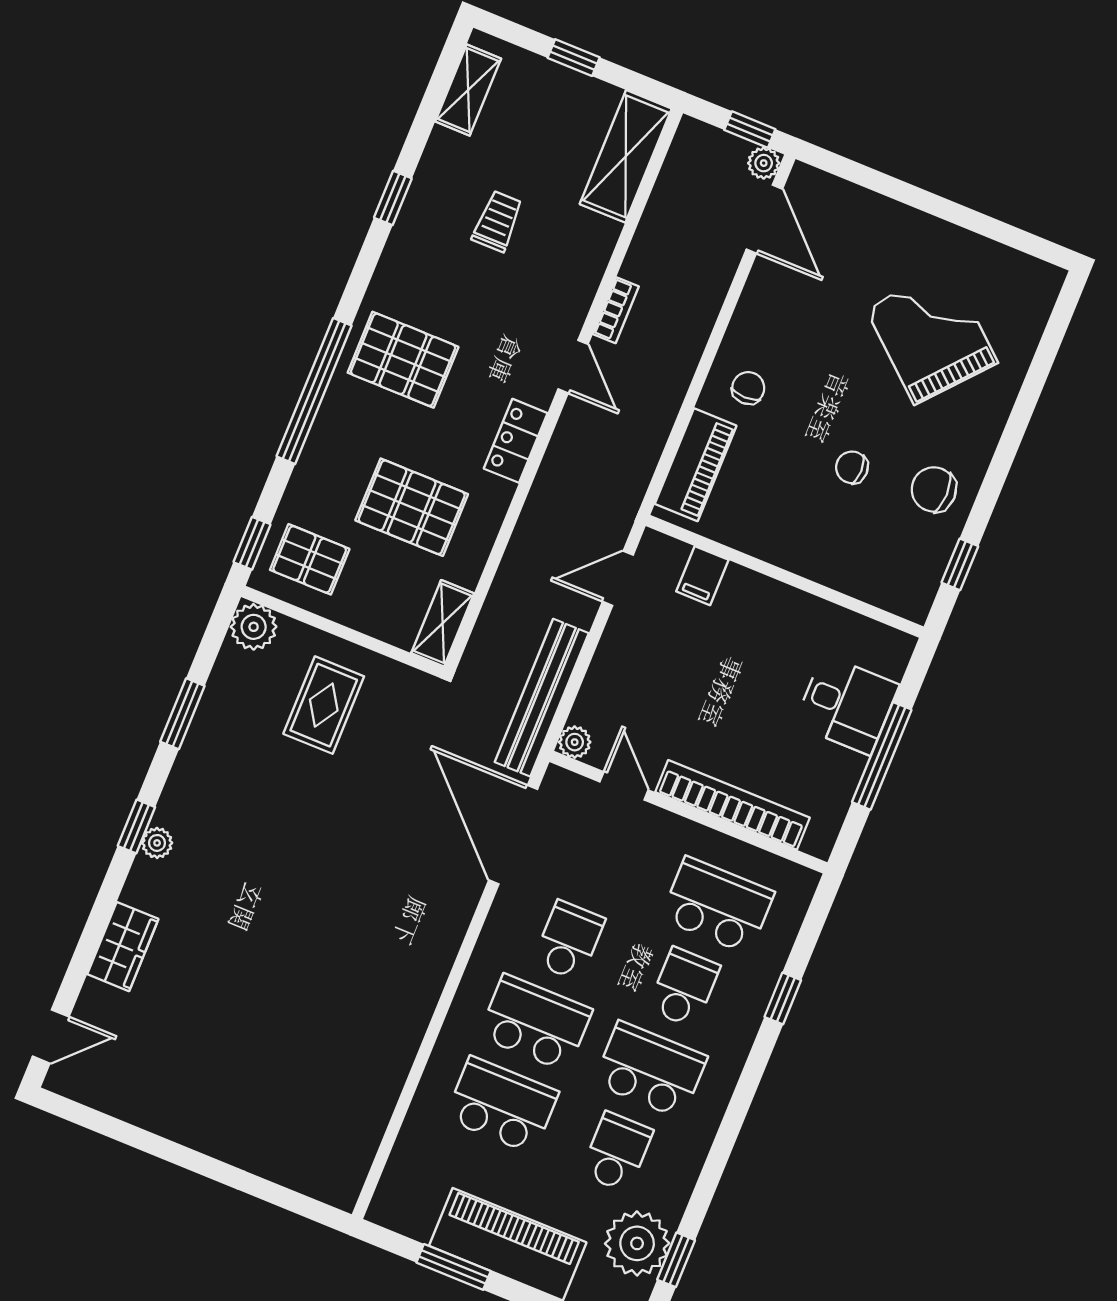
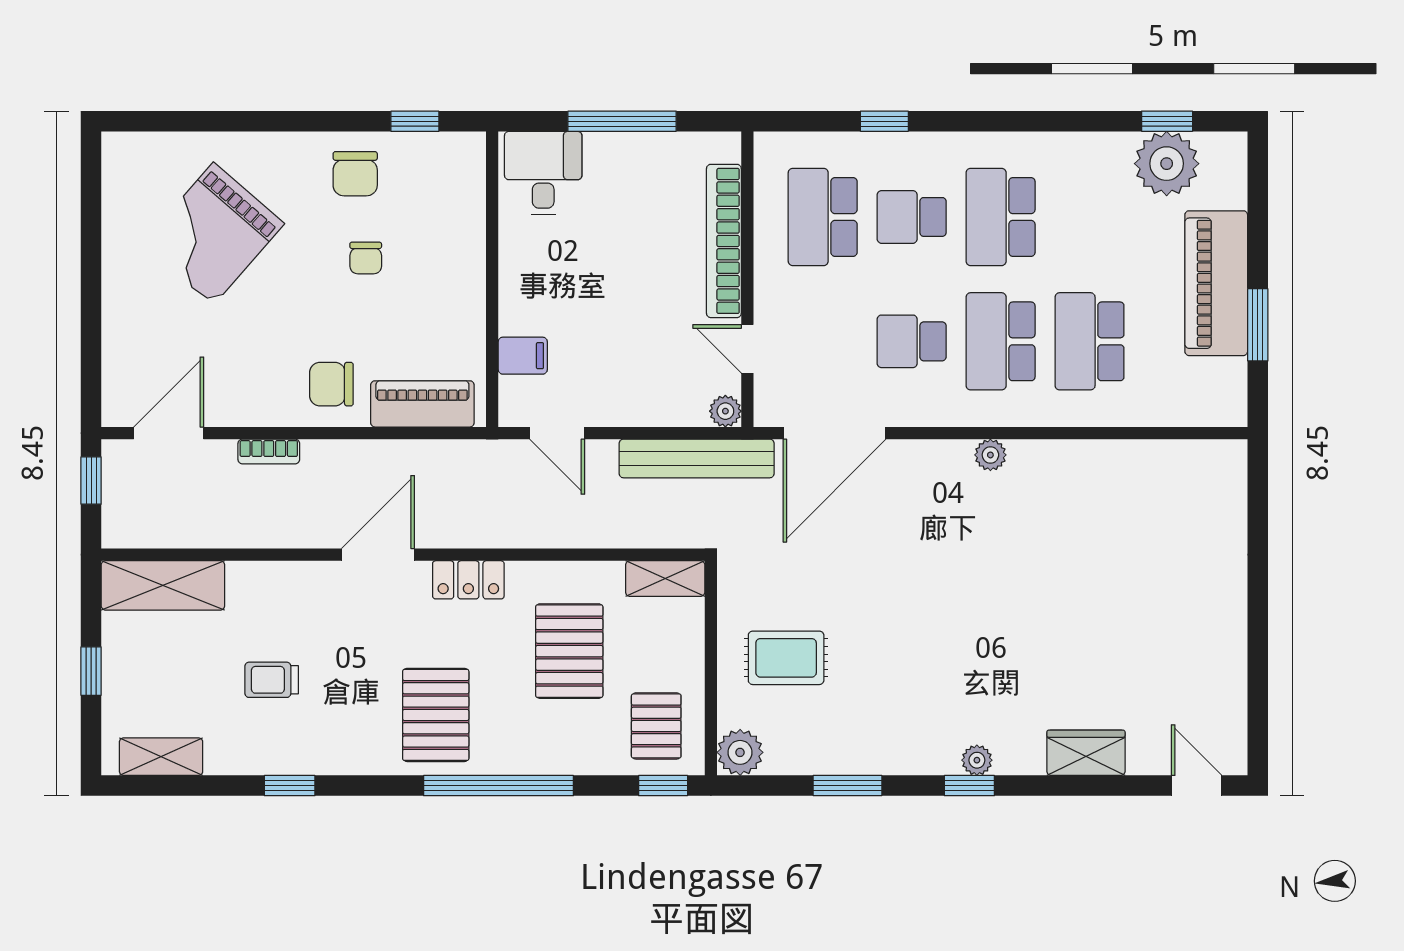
plant: (764, 163) -> (990, 455), moved
bookcase: (616, 310) -> (269, 451), moved, turned 180
door: (573, 367) -> (378, 555), width x1.38
chair: (748, 388) -> (331, 384), width x1.37, depth x1.37
desk: (847, 705) -> (543, 173), moved
door: (624, 786) -> (747, 349), hinge flipped
school desk: (617, 1152) -> (1090, 217), removed

